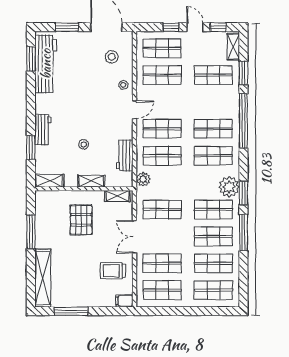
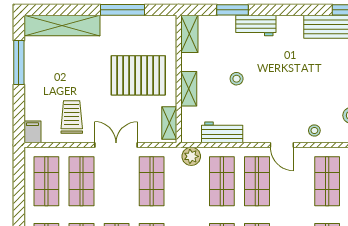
pallet: (81, 220) -> (138, 75), width x1.37, depth x1.41

